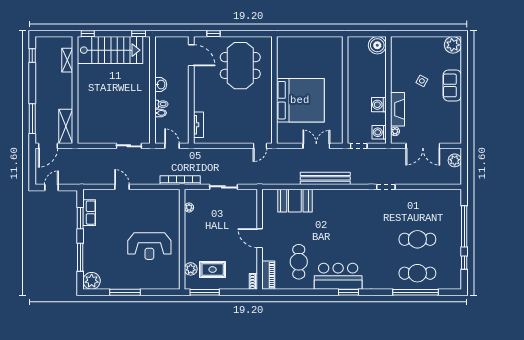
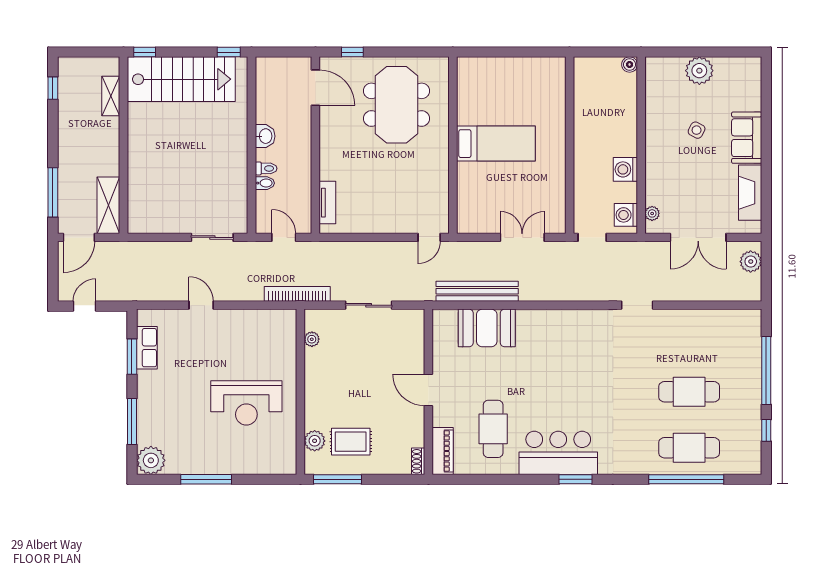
boiler: (377, 45) -> (630, 65), width x0.54, depth x0.54
plant: (453, 45) -> (699, 71), moved
bed: (300, 100) -> (496, 144), width x0.49
fireplace: (398, 109) -> (750, 193), moved, turned 180
bench: (325, 178) -> (477, 291), moved

